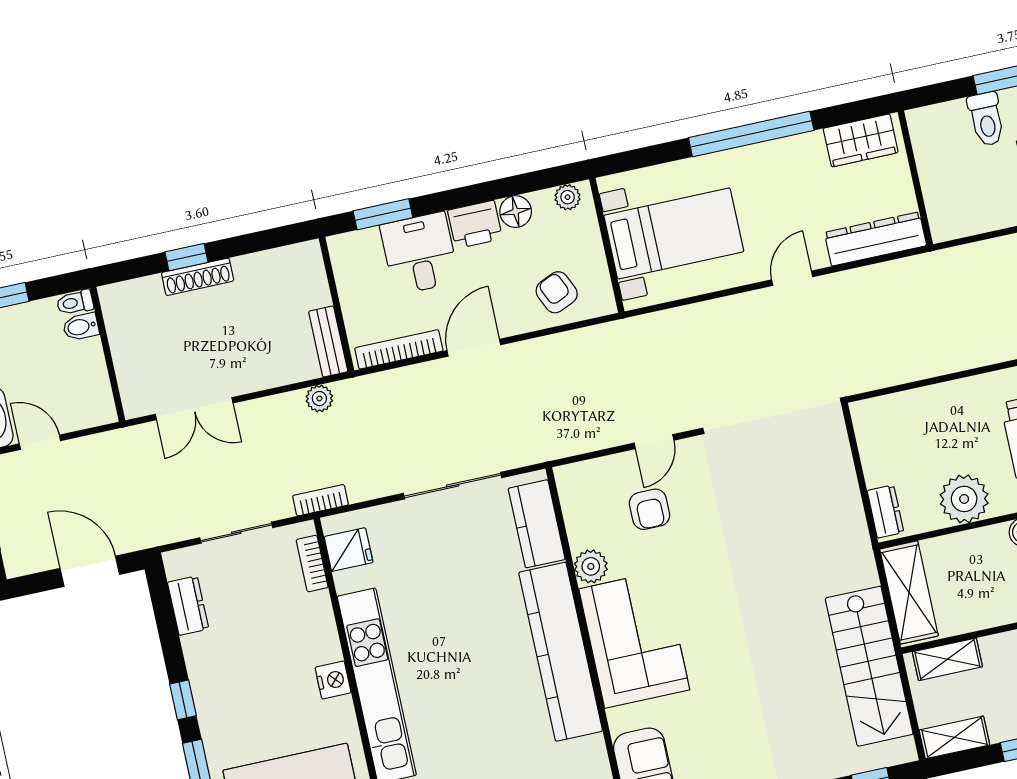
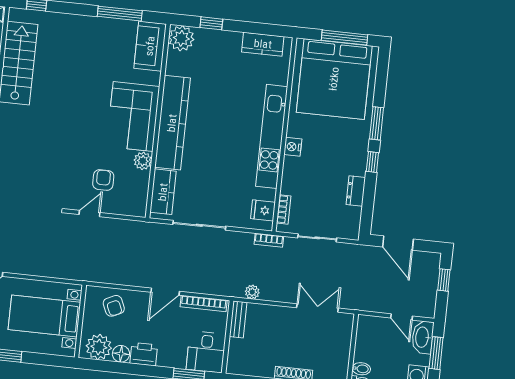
plant: (568, 197) -> (99, 347), width x1.88, depth x1.88
desk: (420, 253) -> (206, 352), moved
dresser: (188, 606) -> (356, 191), moved

